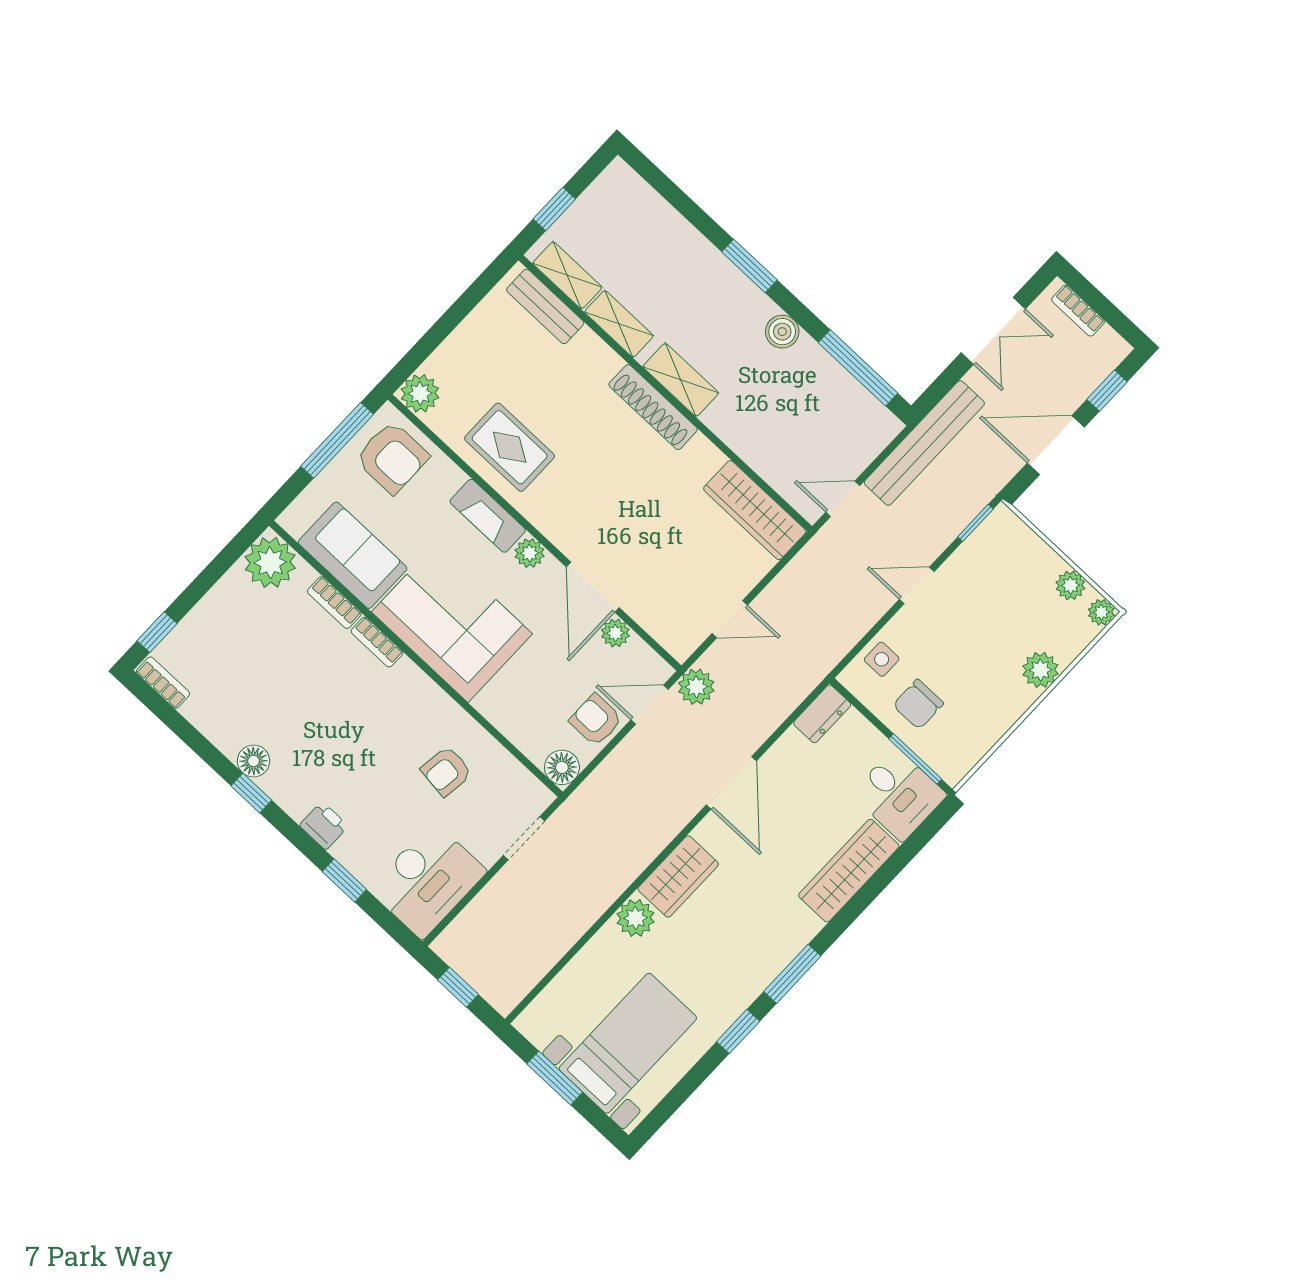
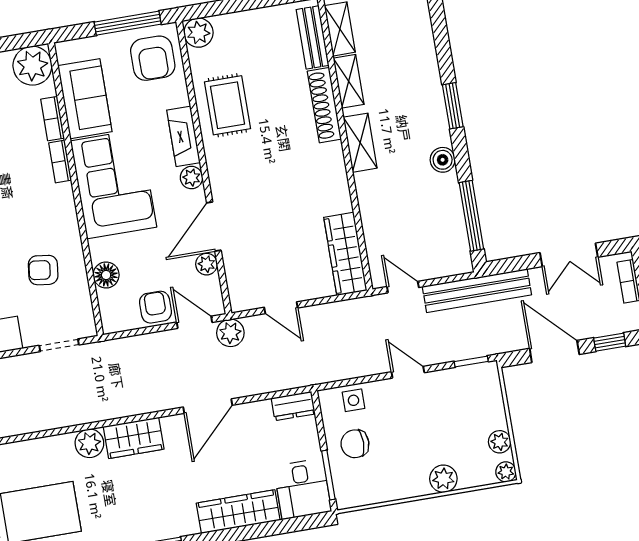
shoe rack: (653, 407) -> (324, 105), moved
floor lamp: (562, 767) -> (106, 275), moved

